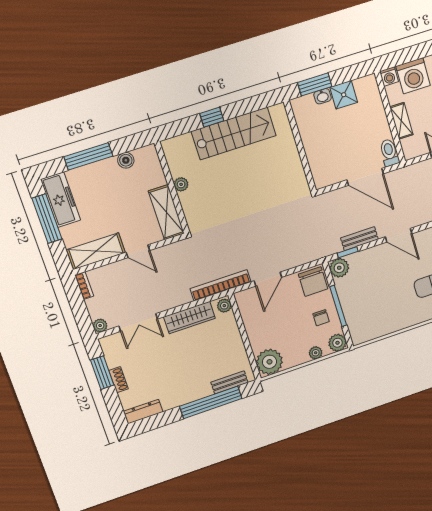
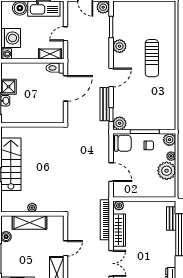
shelving: (401, 121) -> (50, 54), moved
shelving: (166, 212) -> (30, 222), moved
bench: (359, 239) -> (105, 104), width x1.36
bookcase: (221, 285) -> (105, 220), moved
plant: (269, 362) -> (167, 171), moved

